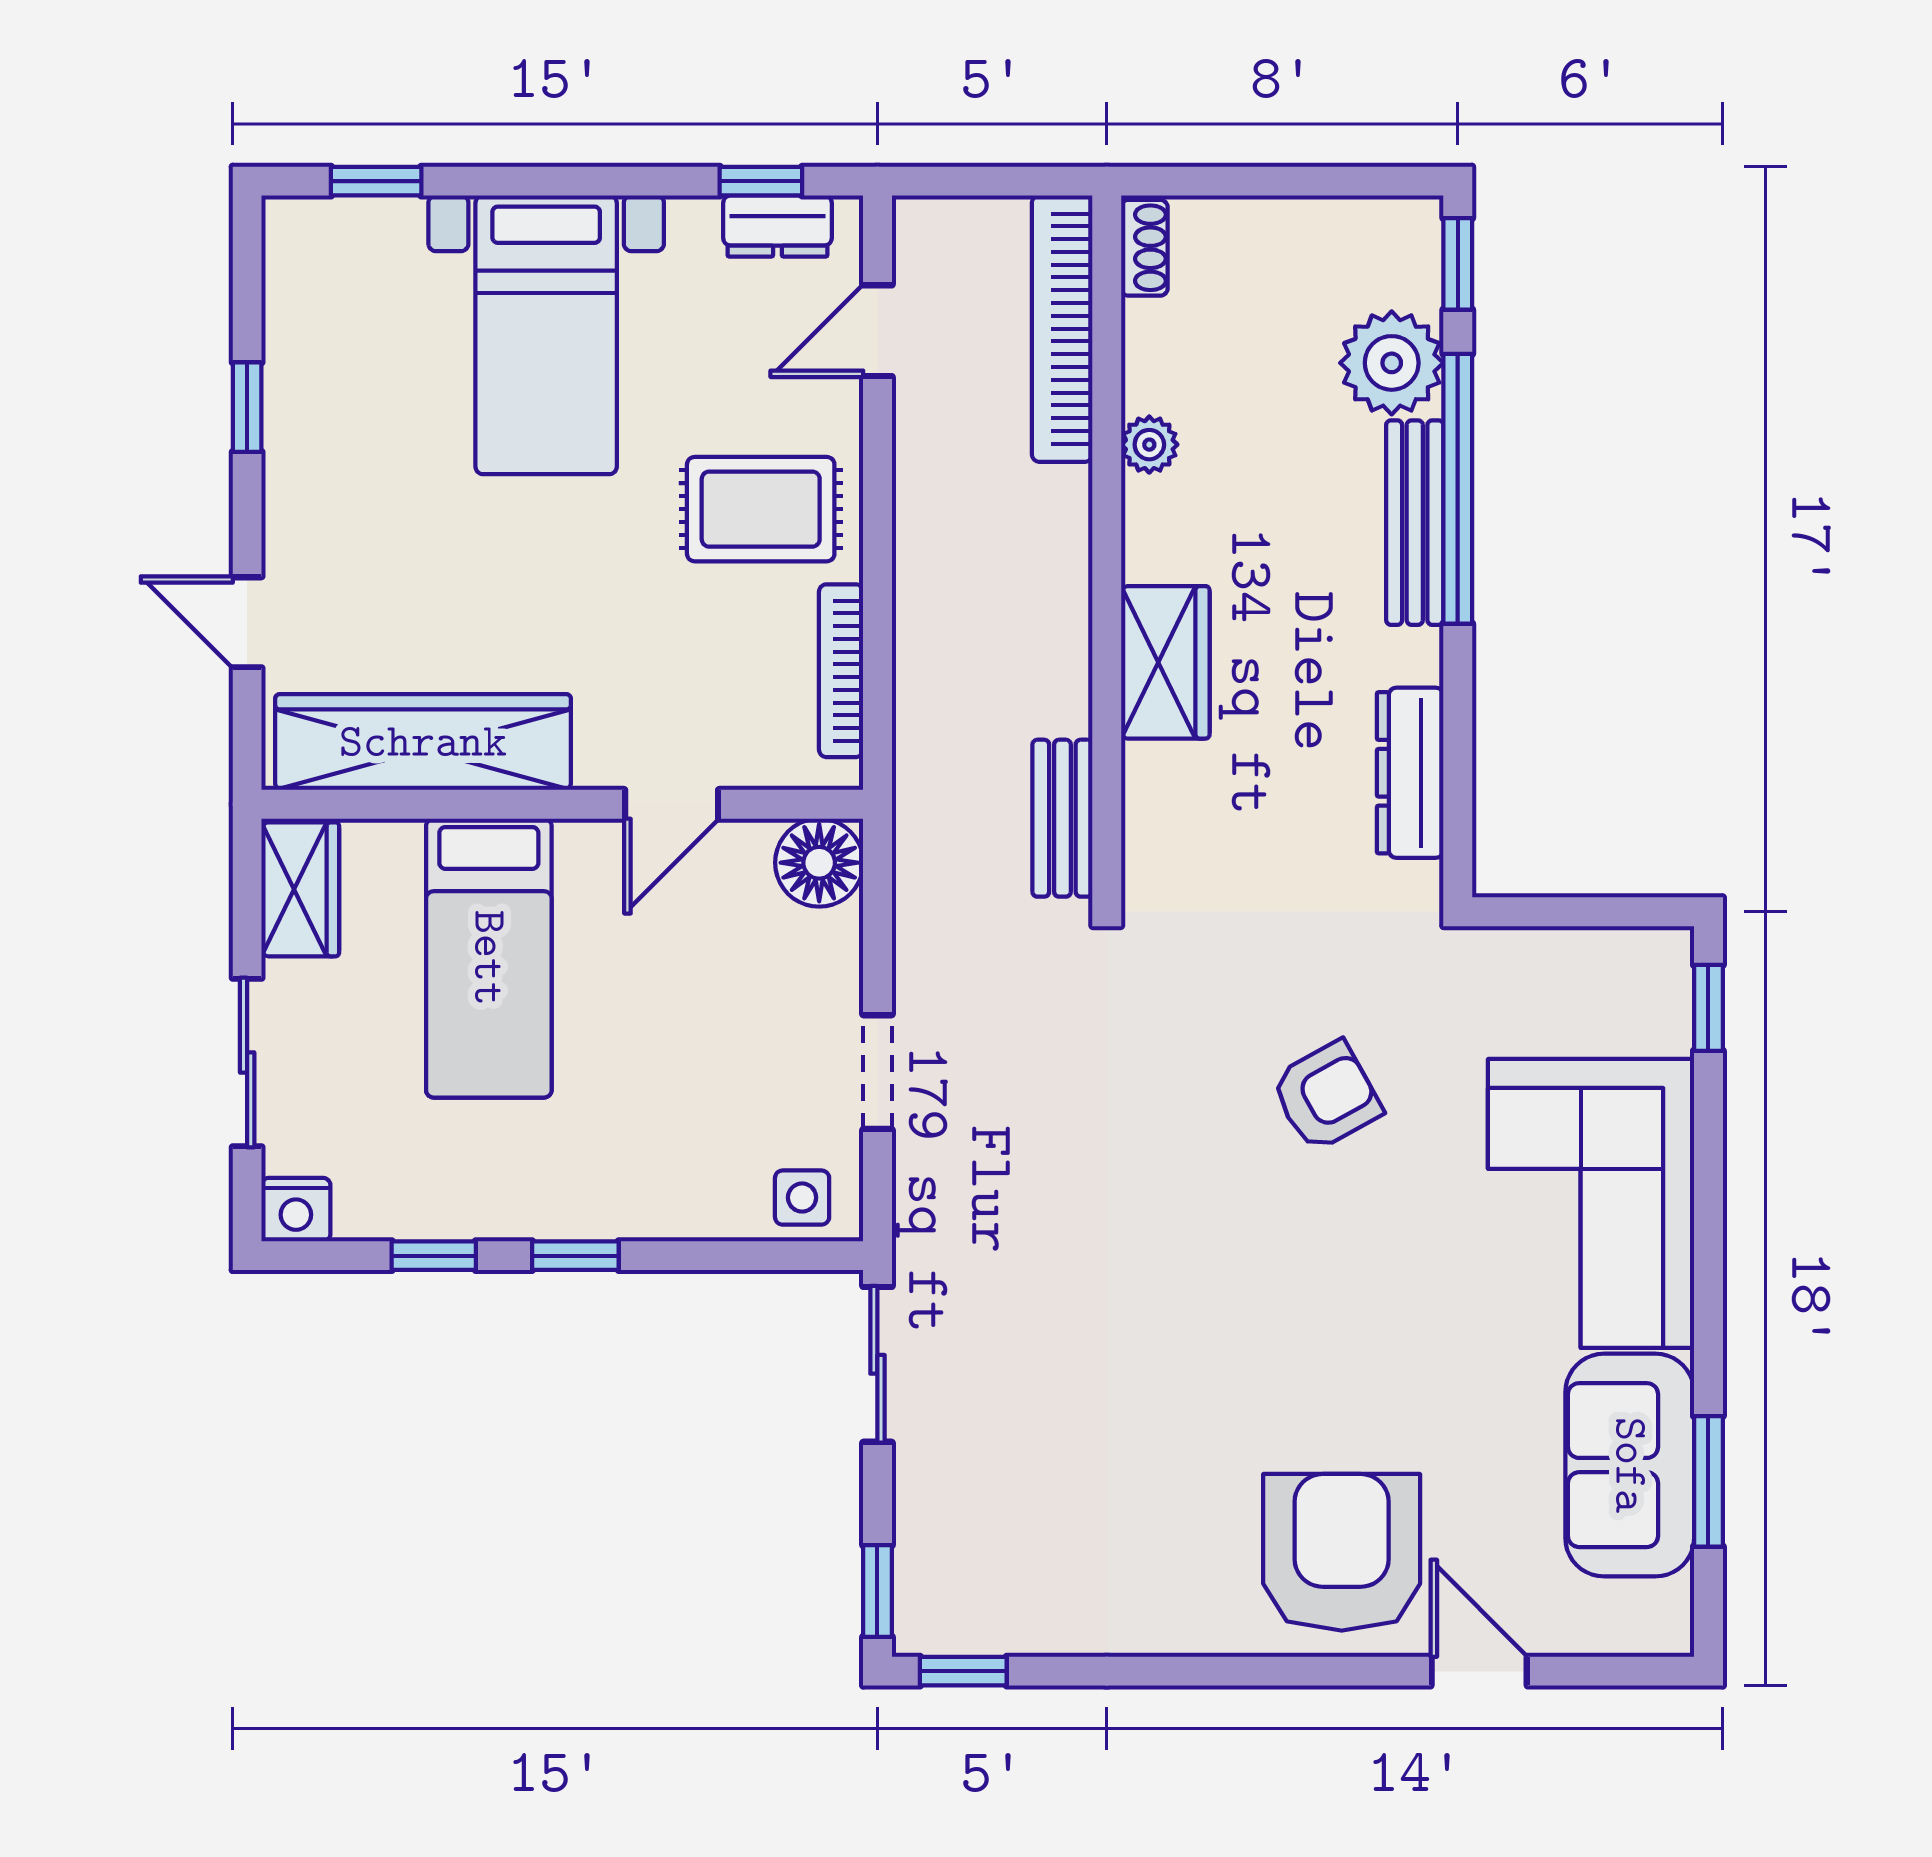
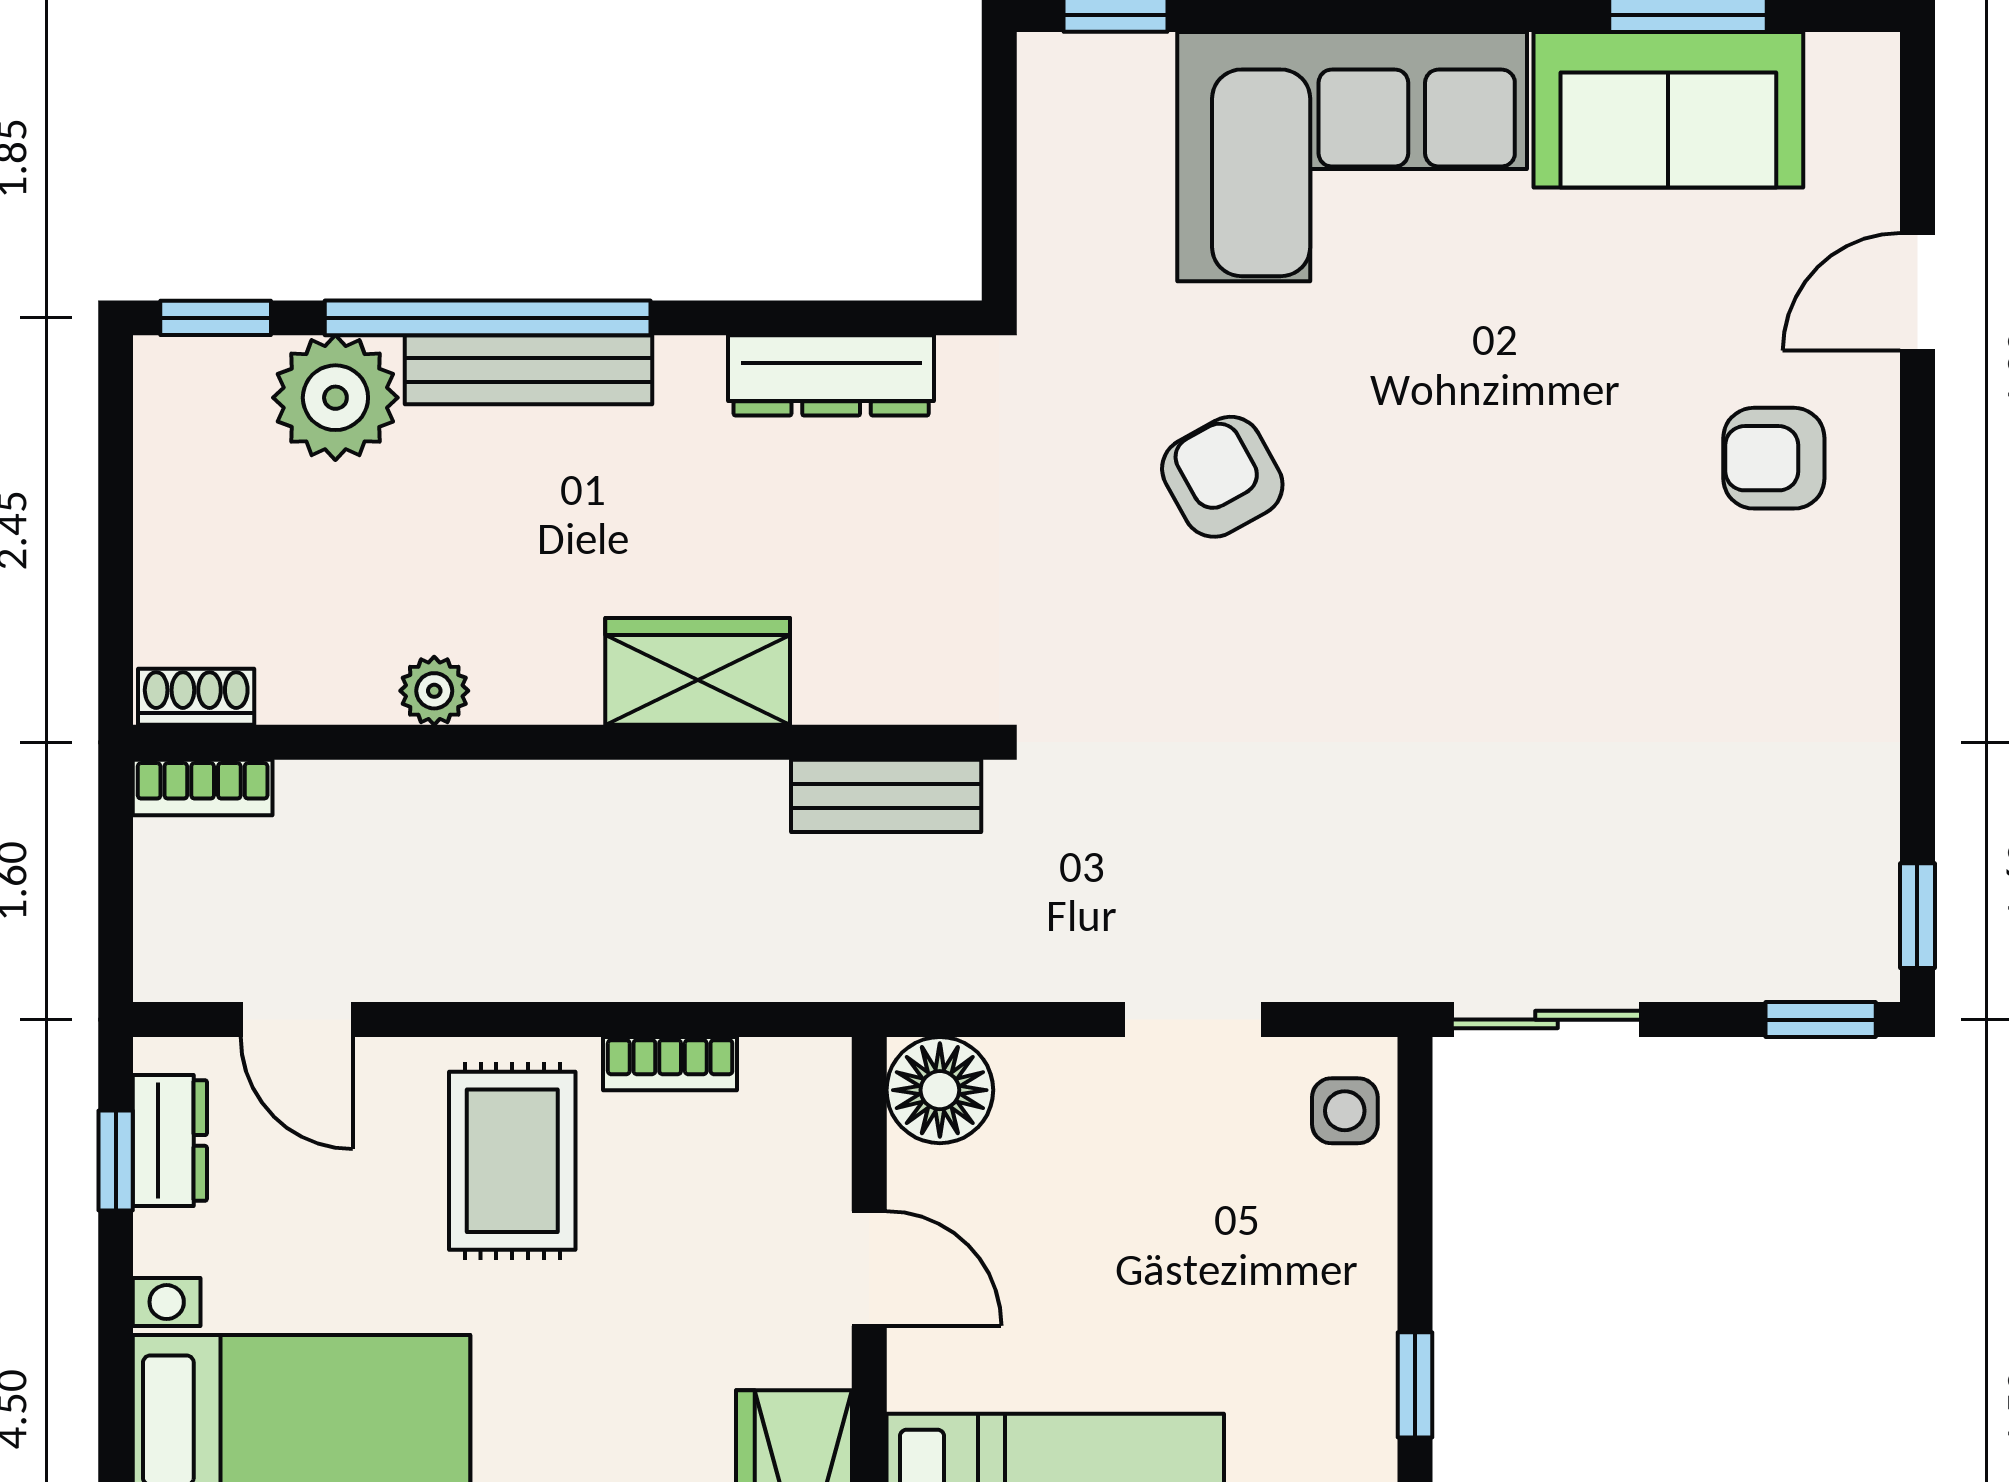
bookcase: (1062, 329) -> (203, 788), width x0.43, depth x0.76
bookcase: (841, 671) -> (670, 1064), width x0.64
armchair: (1342, 1552) -> (1774, 458), width x0.53, depth x0.53

